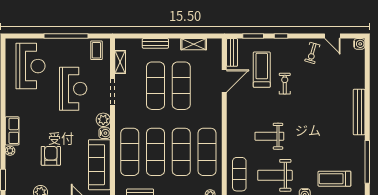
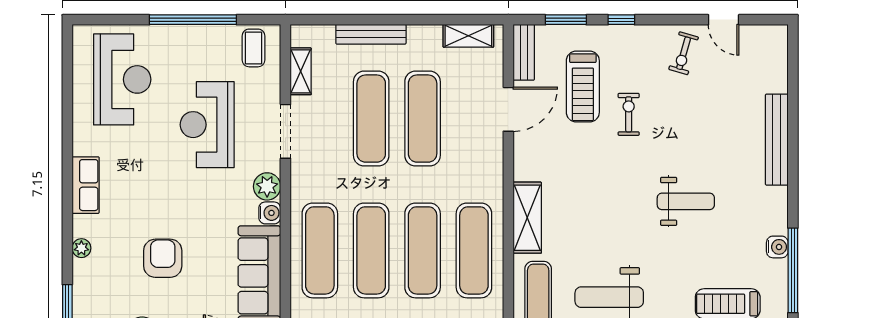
bench: (155, 43) -> (371, 34), width x1.36
shelving: (194, 44) -> (468, 36), moved
water cooler: (359, 44) -> (777, 247), moved
treadmill: (262, 70) -> (583, 87), turned 180
reception desk: (73, 89) -> (207, 125), turned 180
bench: (359, 112) -> (777, 140), moved
row of seats: (12, 131) -> (86, 185), moved
shelving: (234, 135) -> (527, 218), added
weight bench: (269, 136) -> (686, 201), moved, turned 180

